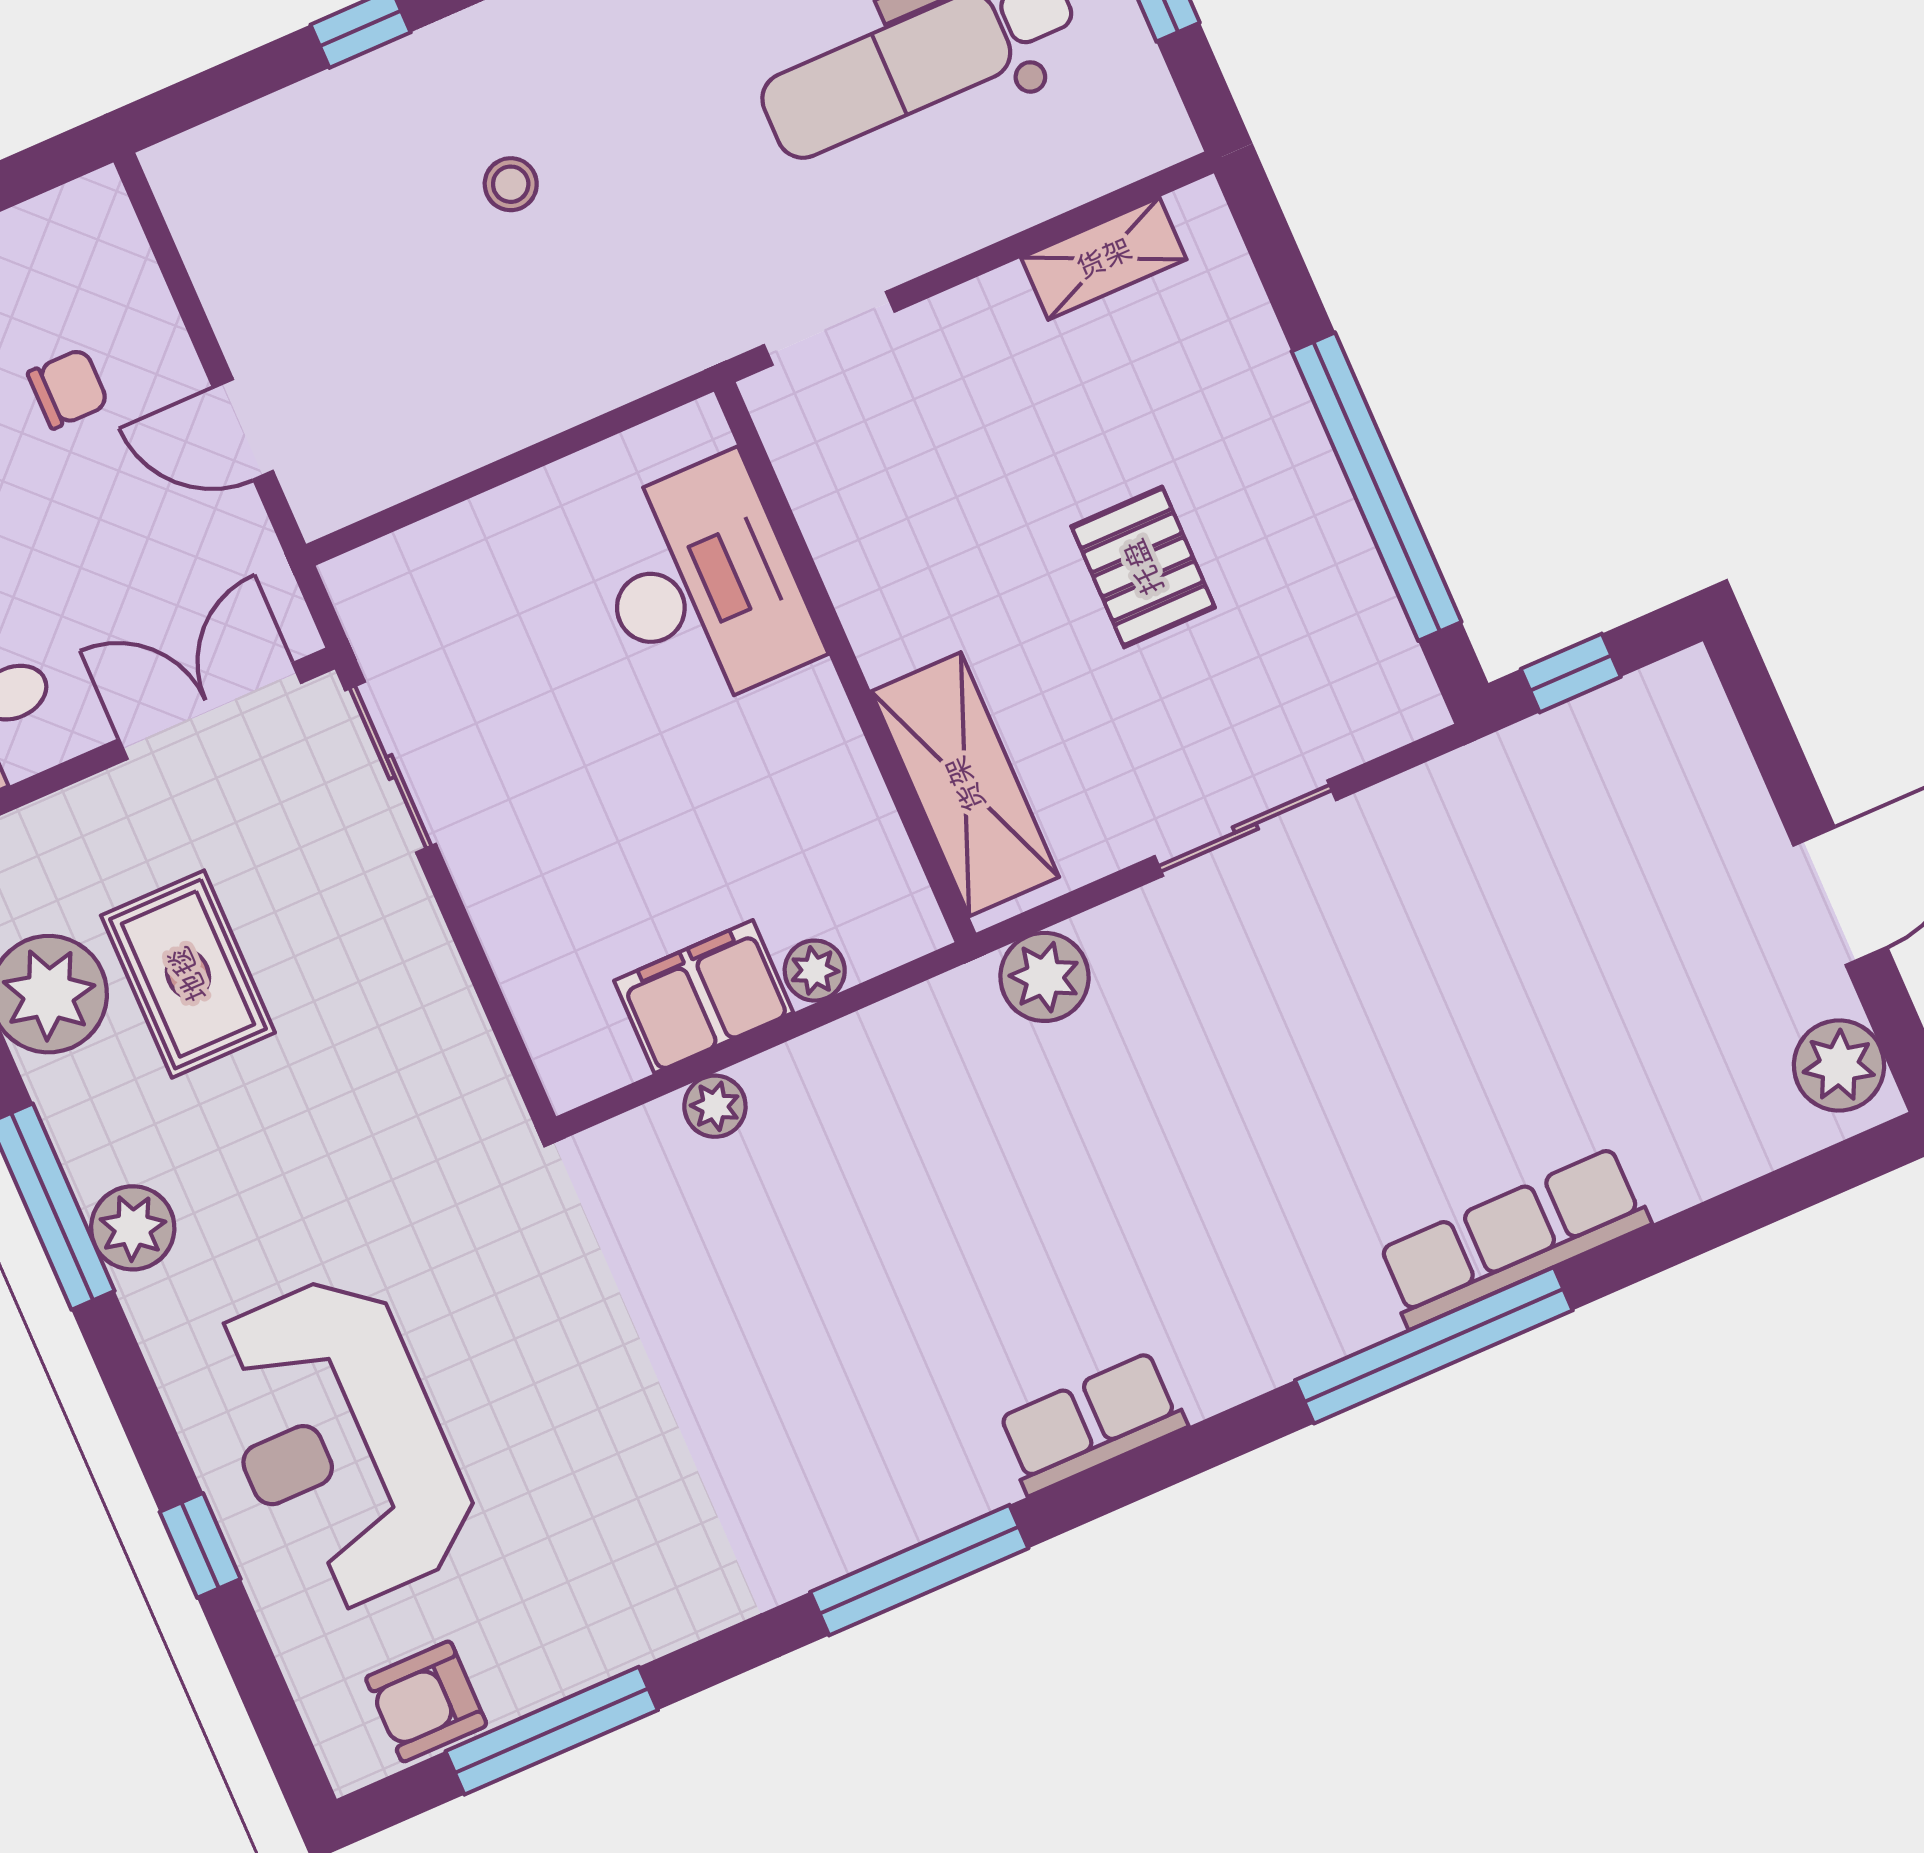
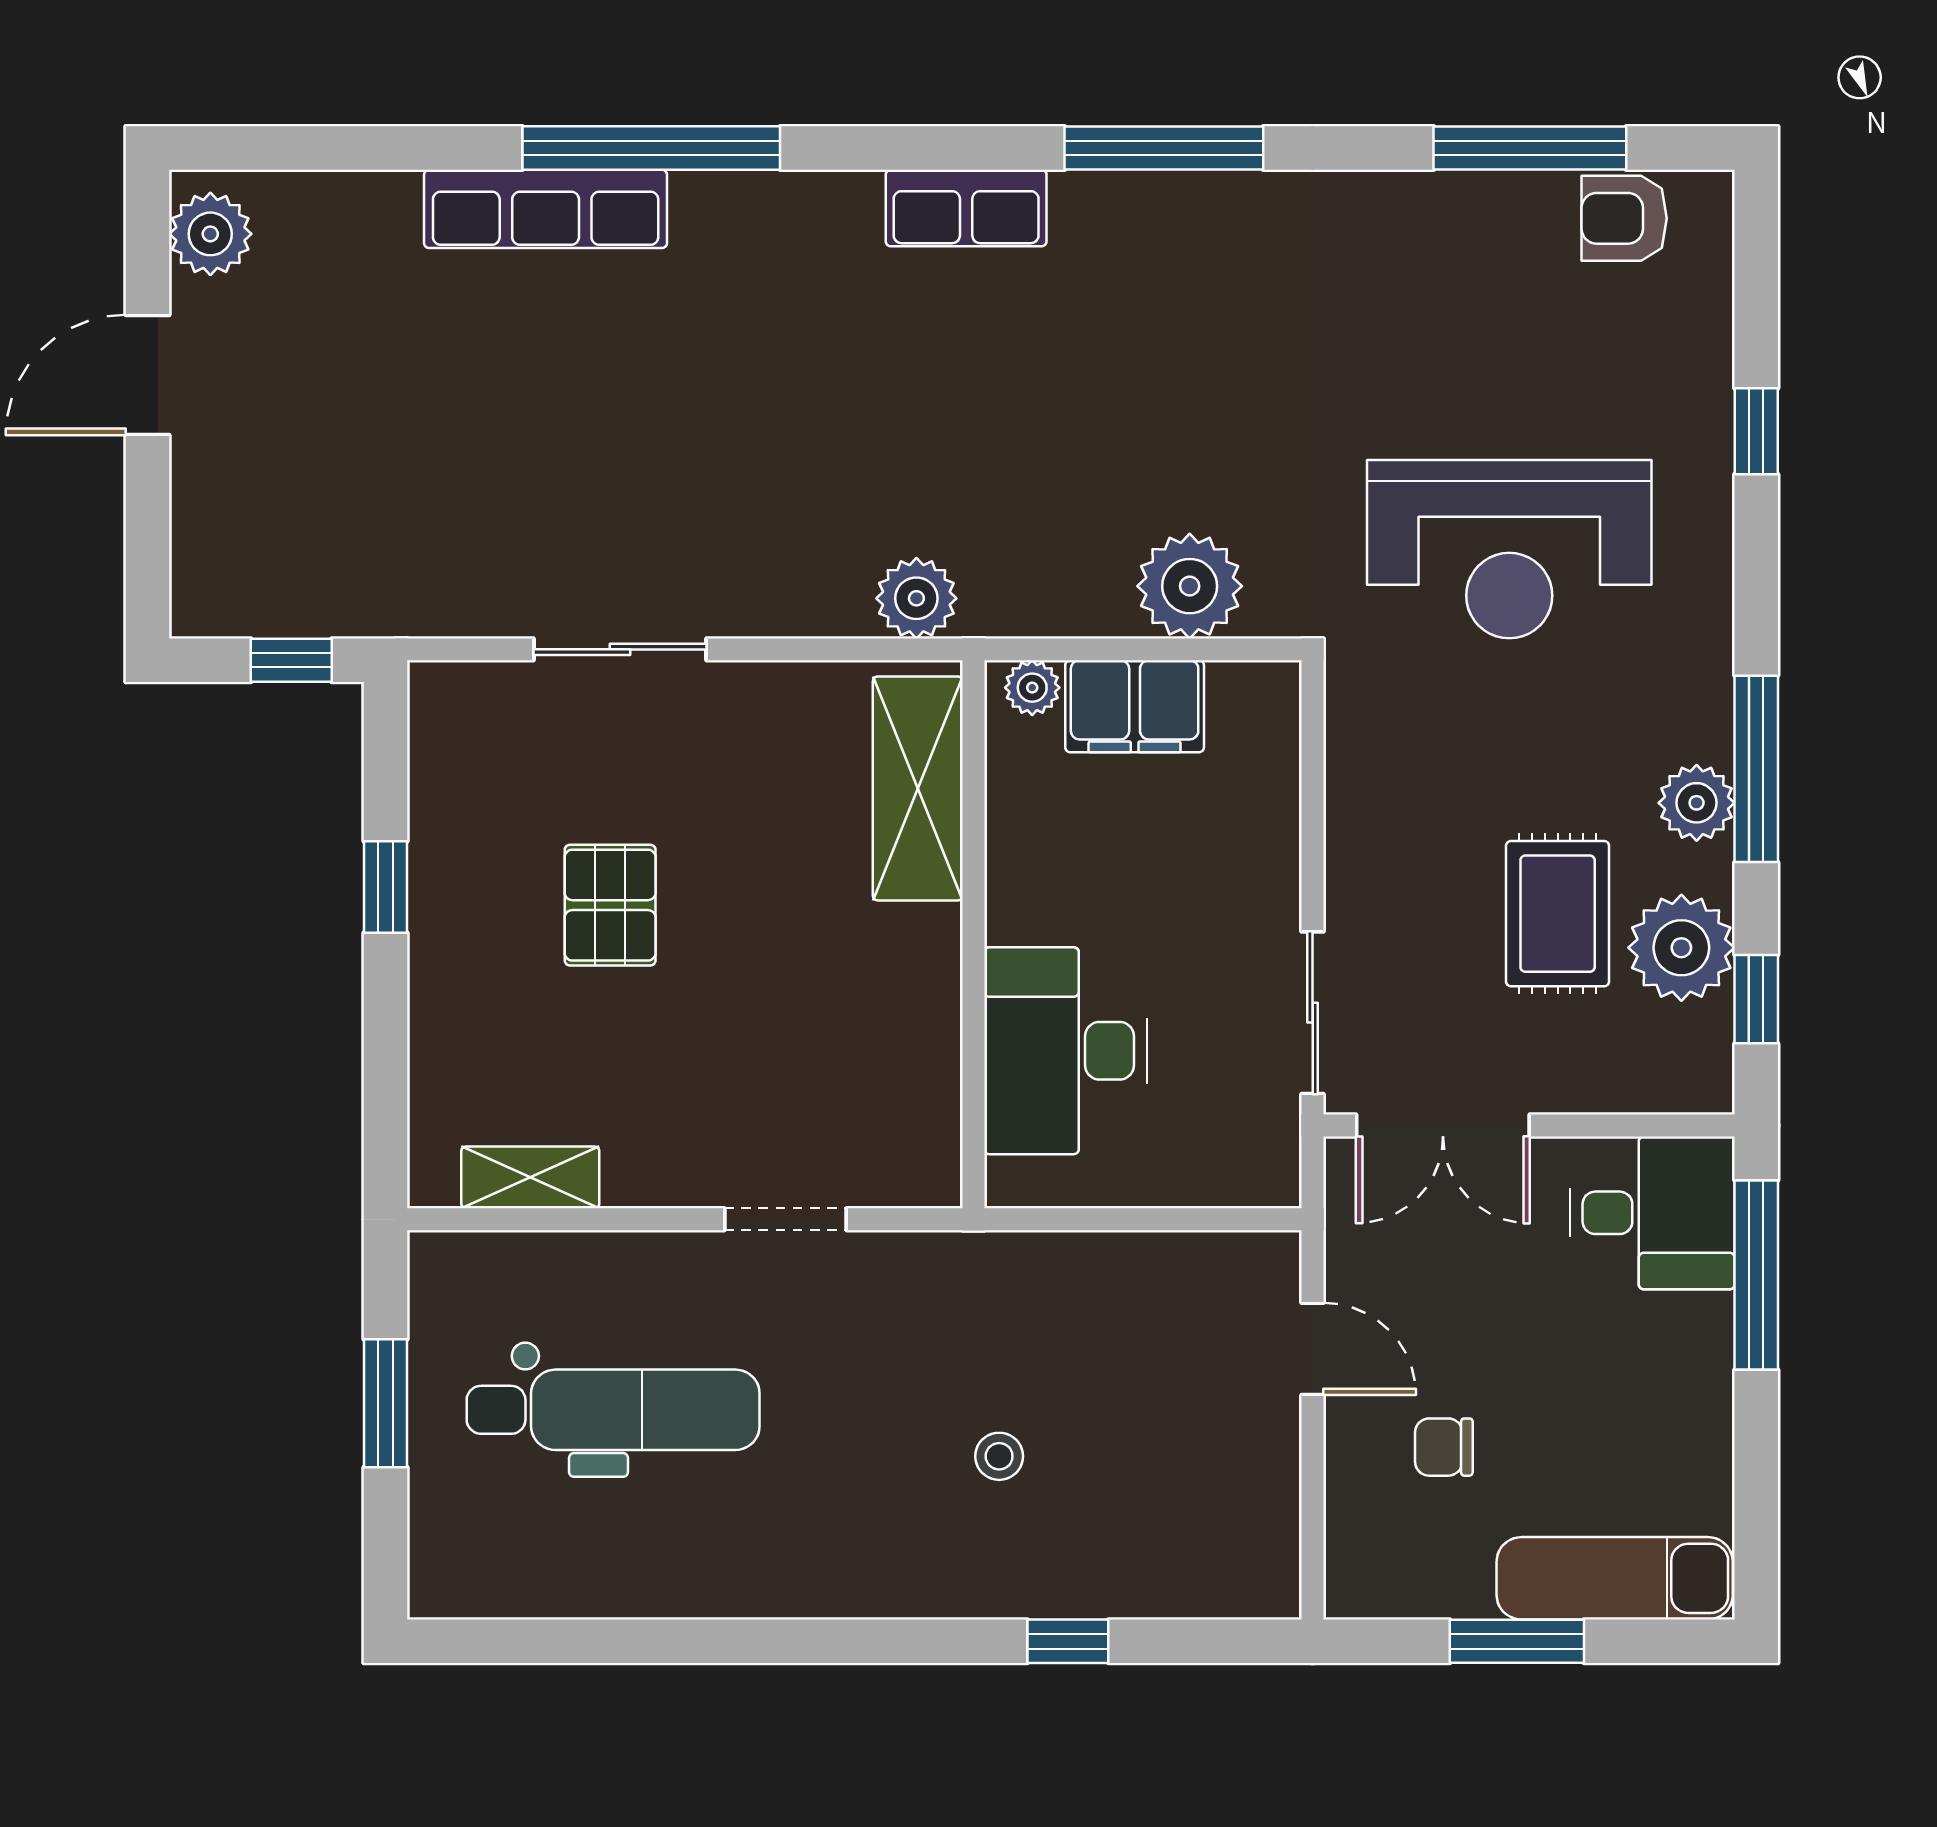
window: (1377, 487) -> (385, 887), width x0.32
desk: (701, 586) -> (1066, 1051), moved
wall: (845, 662) -> (973, 934), moved
shelving: (965, 784) -> (918, 788), moved
plant: (1044, 977) -> (916, 598), moved
plant: (715, 1106) -> (1190, 586), width x1.88, depth x1.88
plant: (133, 1228) -> (1697, 803), moved
reception desk: (340, 1442) -> (1509, 549), moved, turned 90
armchair: (426, 1701) -> (1624, 218), turned 180

